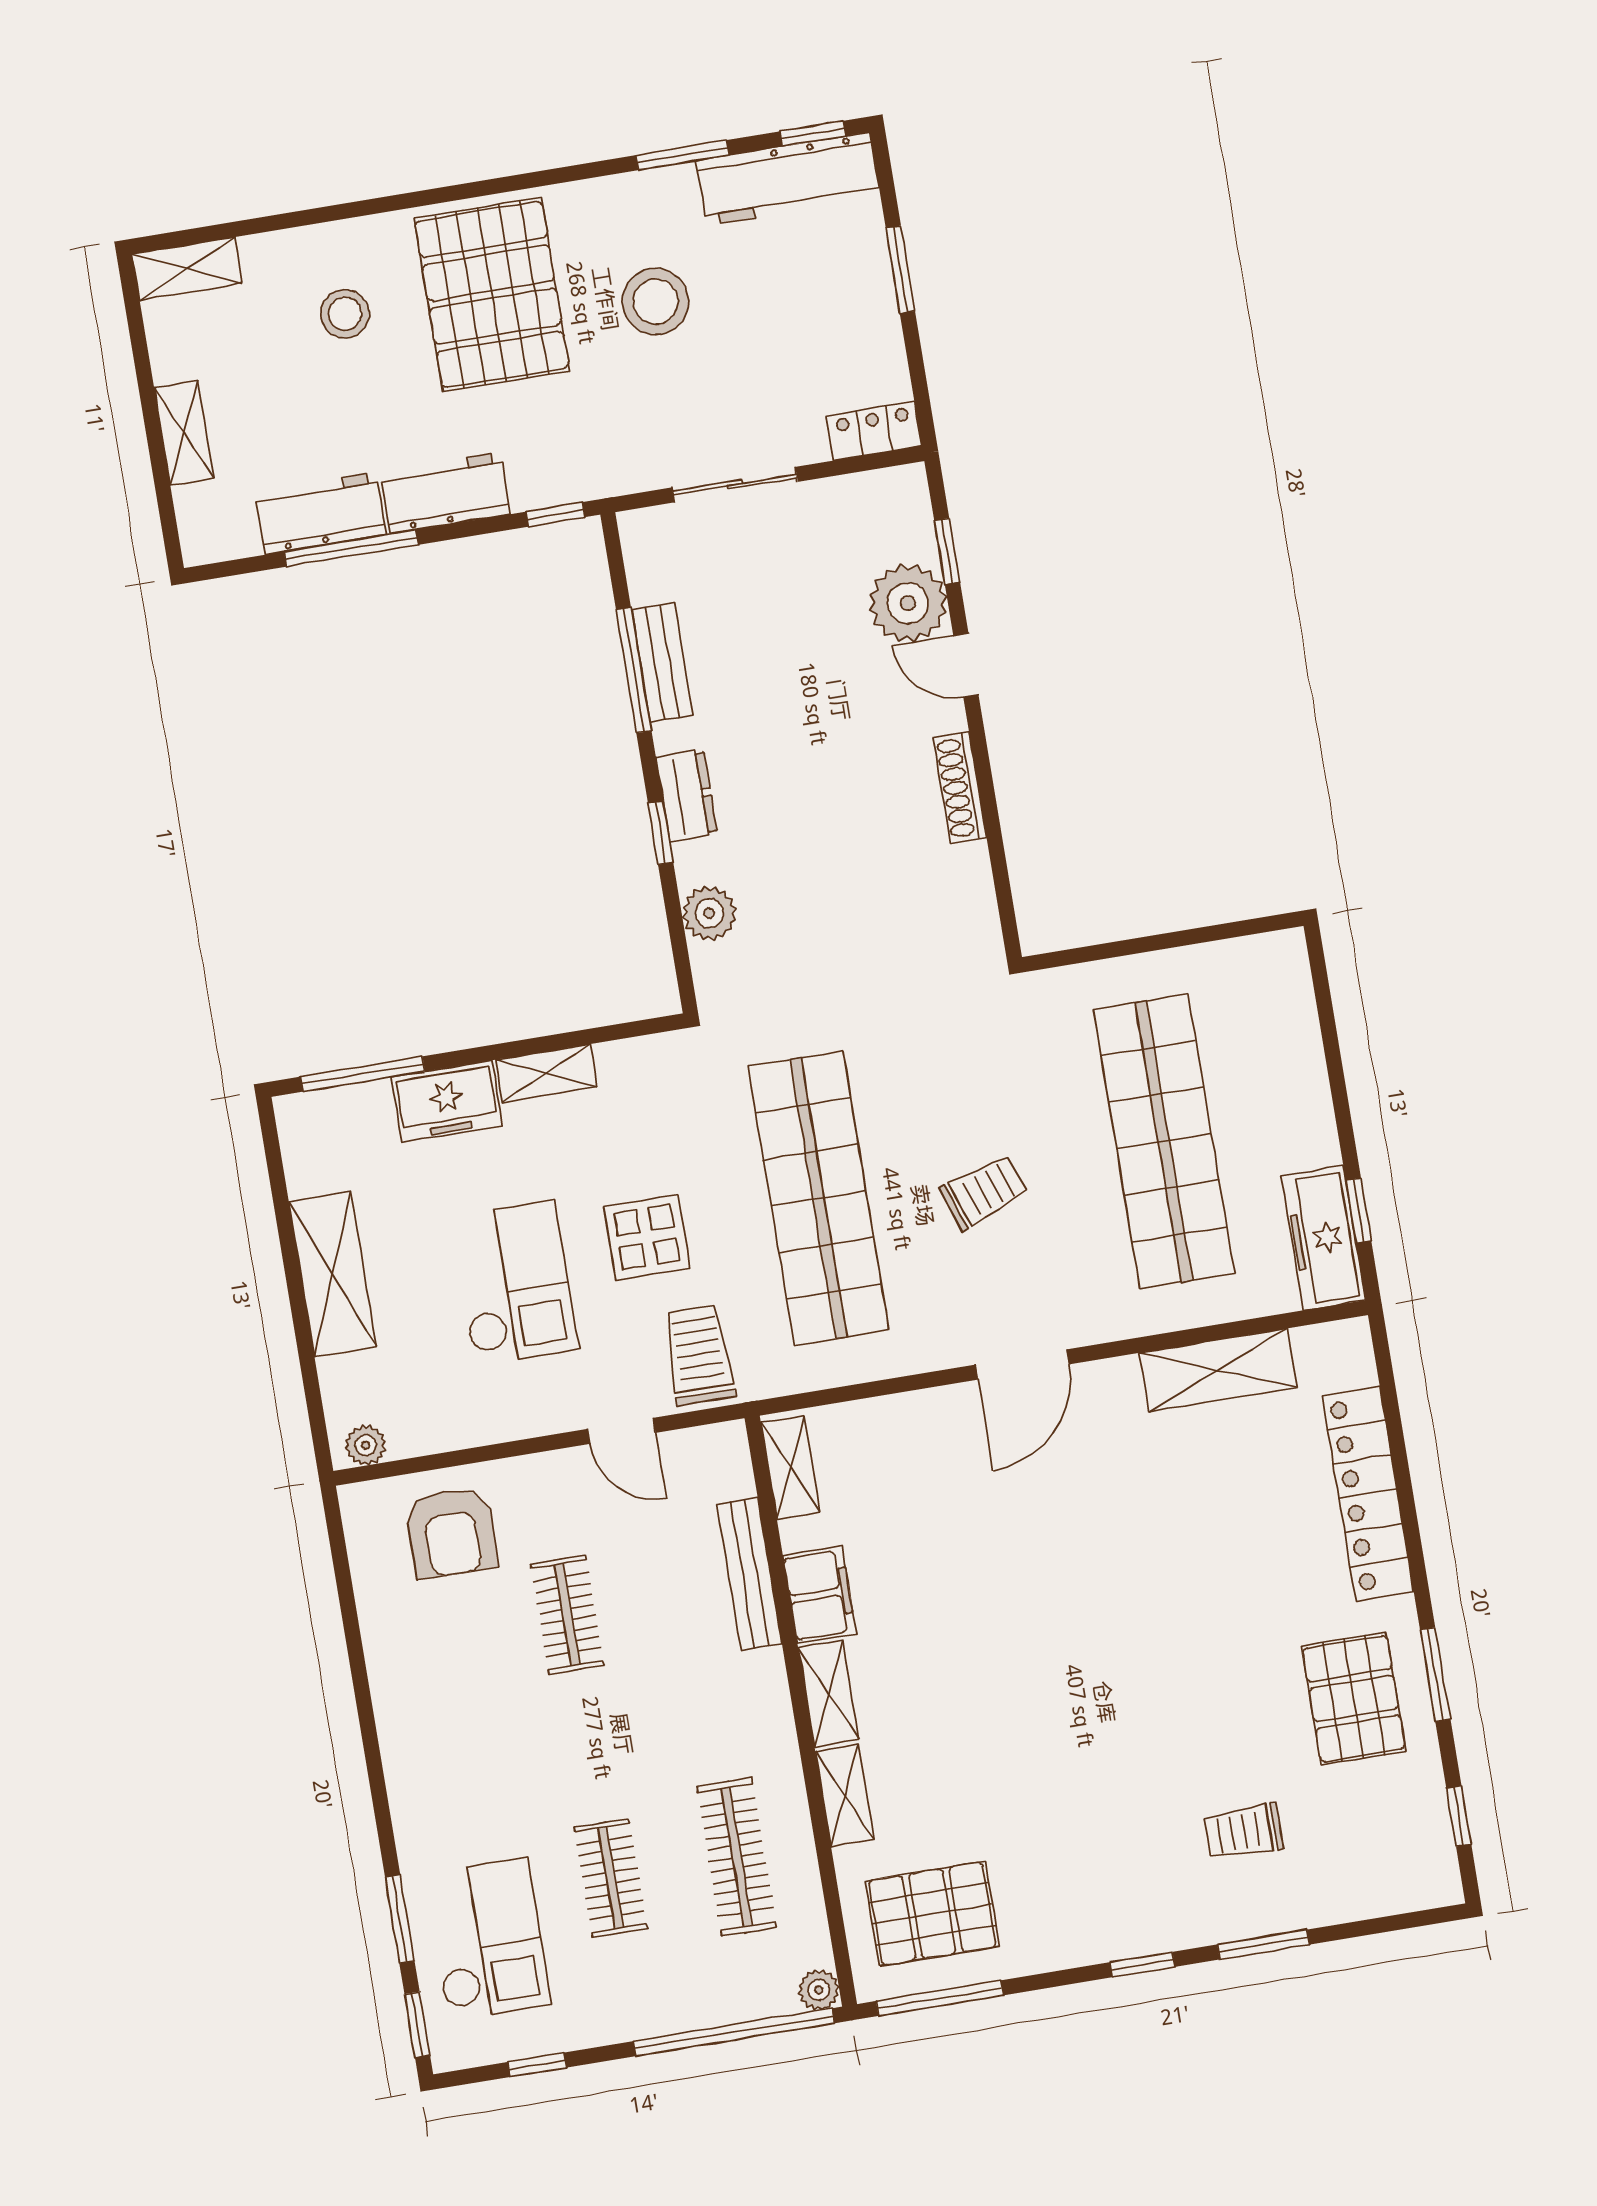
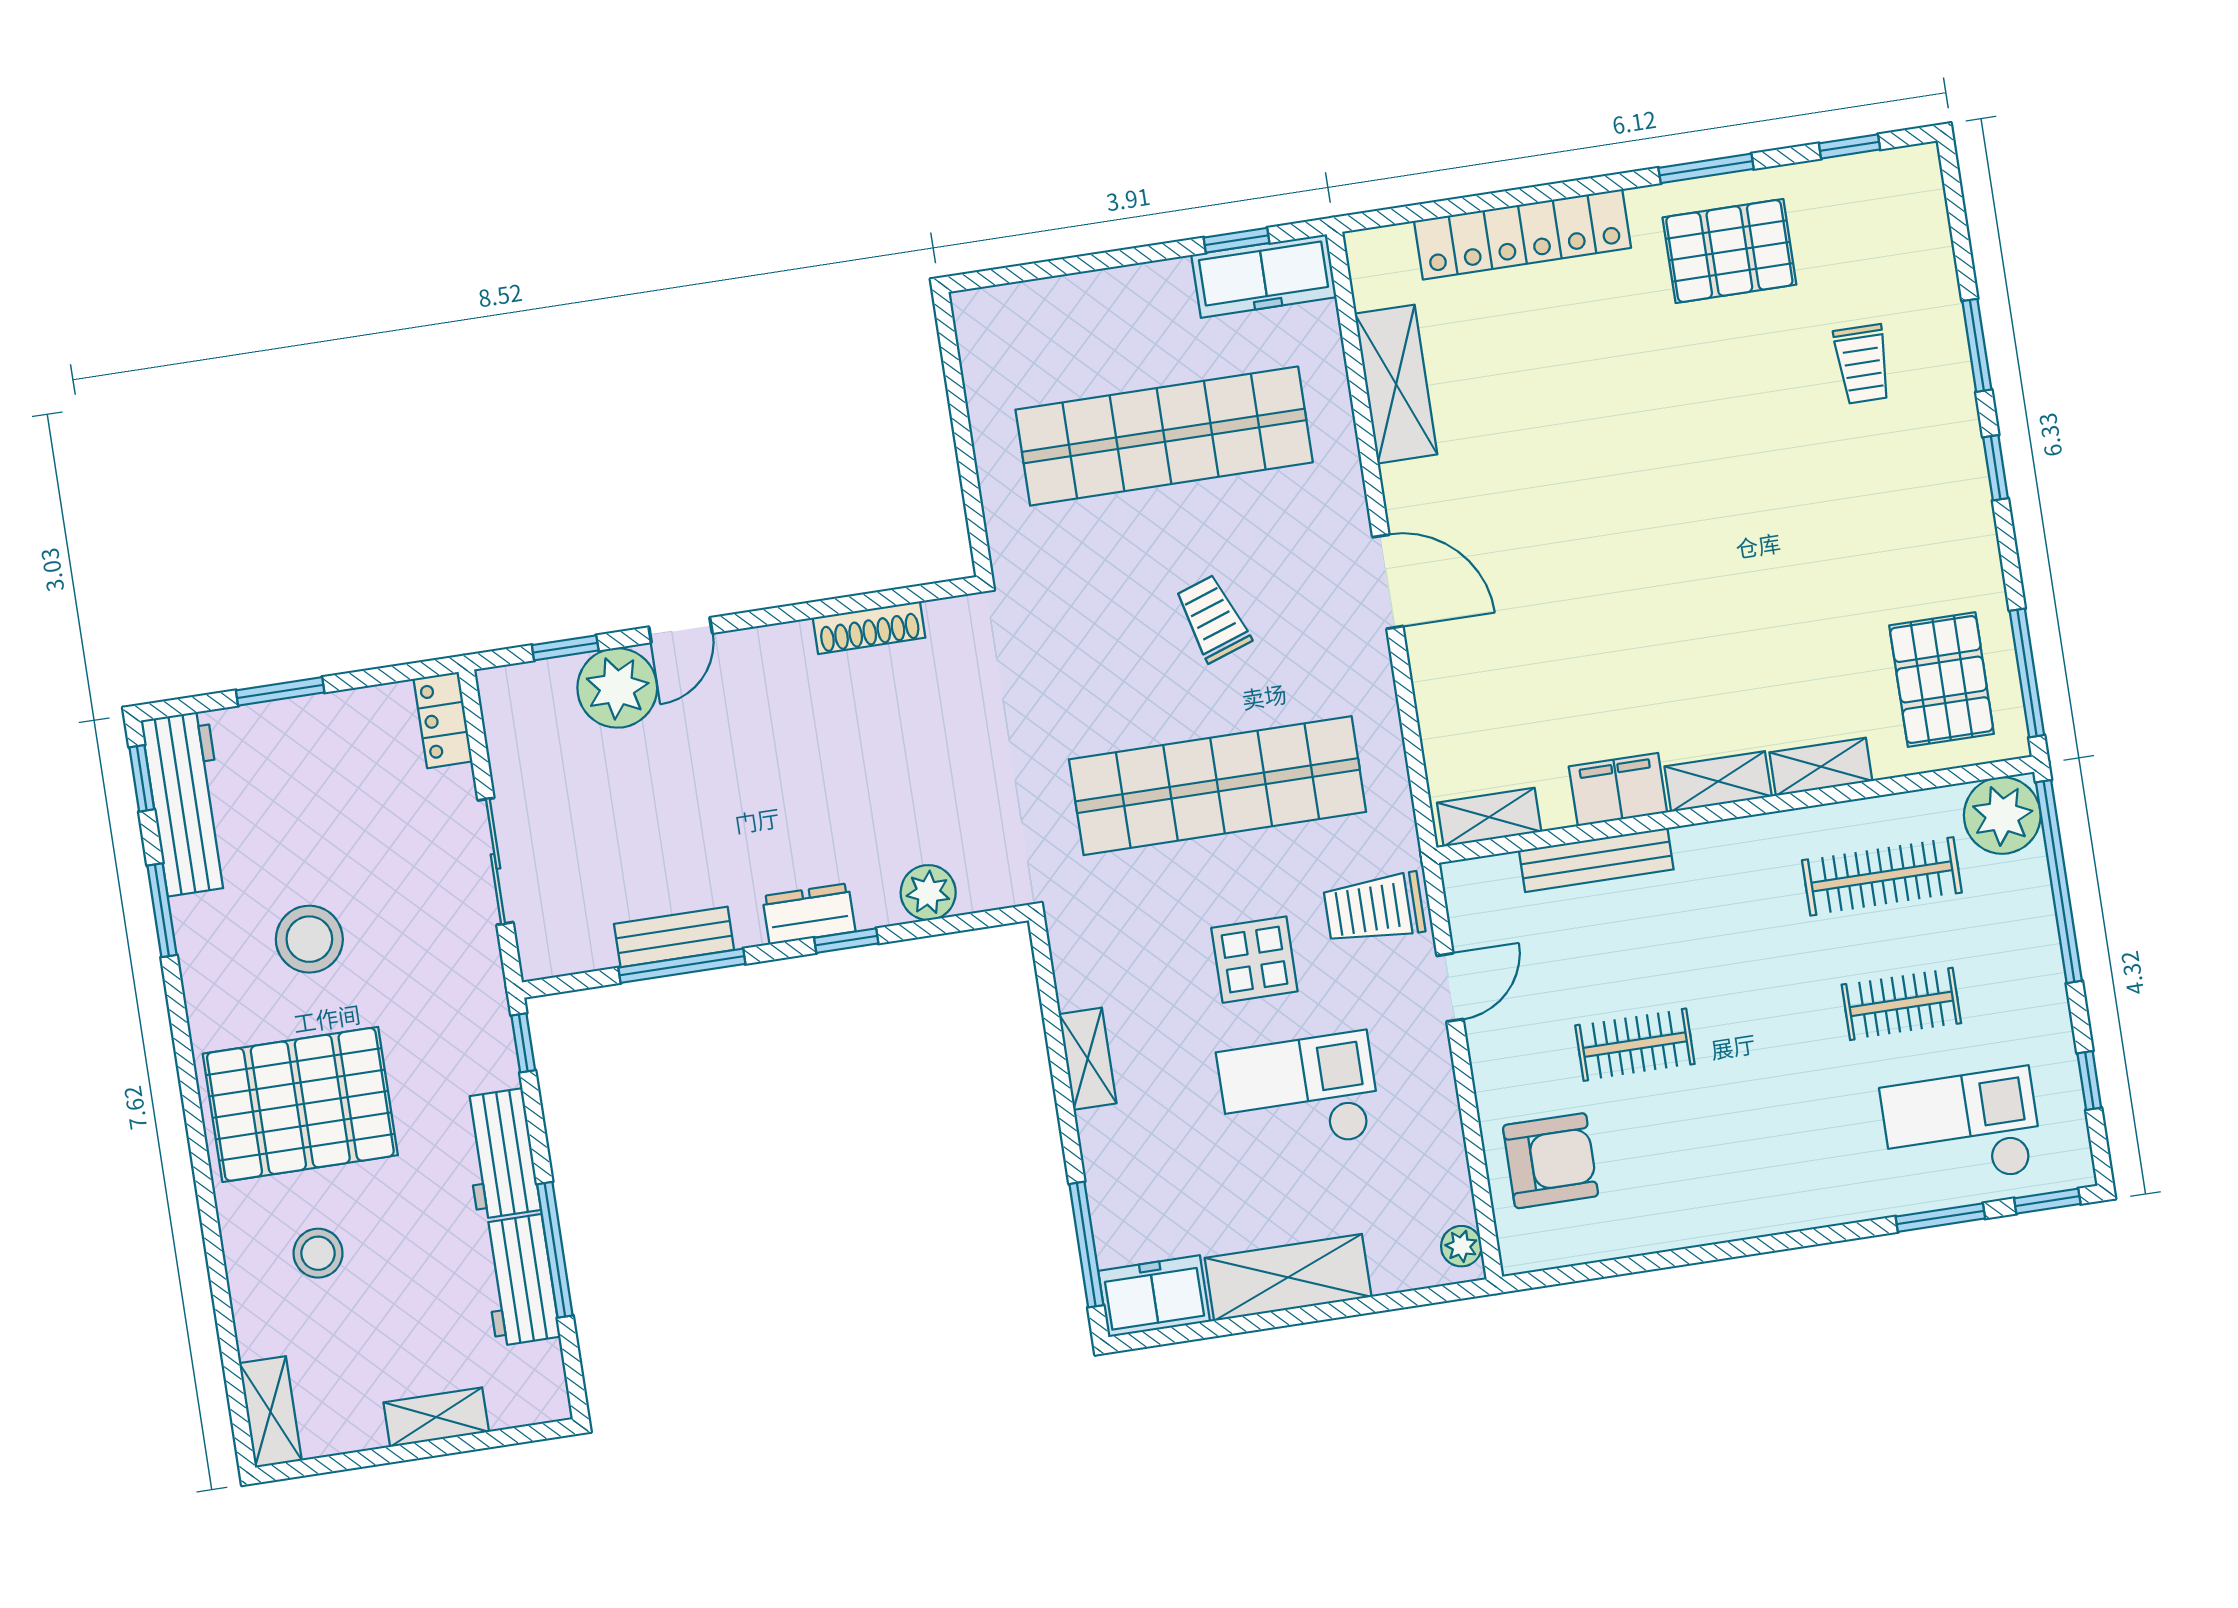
shoe rack: (960, 787) -> (869, 628), moved
freezer: (447, 1101) -> (1154, 1296), moved, turned -90
plant: (819, 1990) -> (2002, 815), width x1.87, depth x1.87

